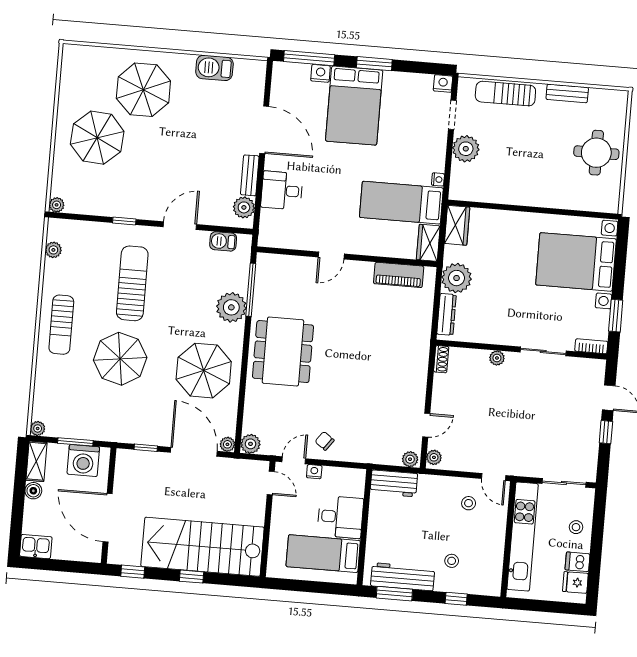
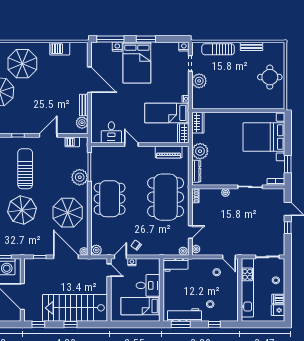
desk: (282, 190) -> (111, 132), moved, turned -90
door: (331, 255) -> (131, 145), swing flipped
dining table: (386, 357) -> (166, 197), added

